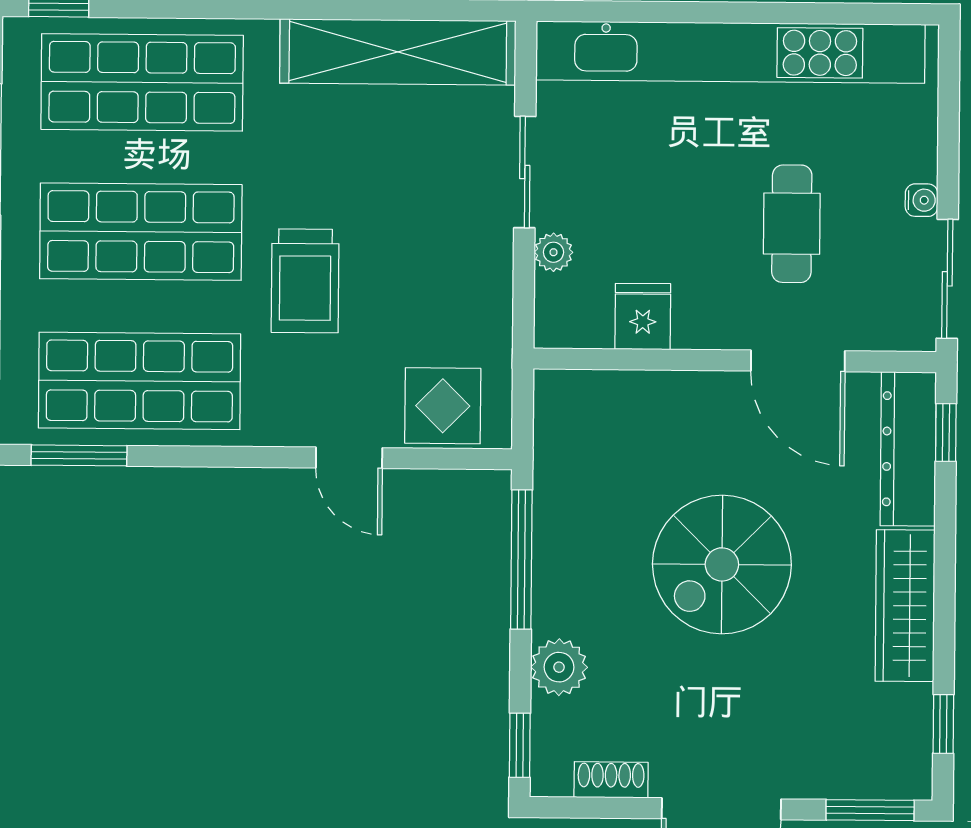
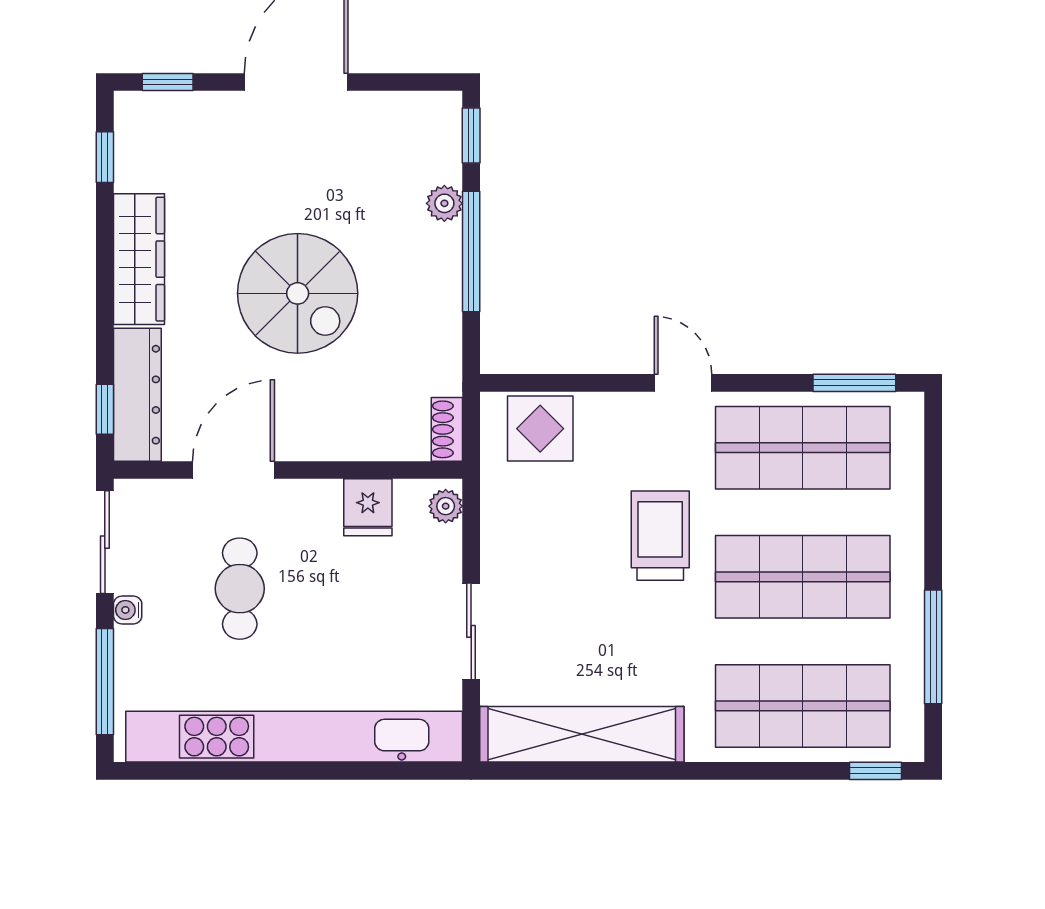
window: (949, 117) -> (105, 682), added
plant: (553, 252) -> (446, 506), moved
door: (798, 361) -> (233, 470), hinge flipped
door: (349, 458) -> (683, 383), moved
window: (521, 559) -> (471, 251), moved
spiral stairs: (722, 564) -> (298, 293), turned 90
plant: (559, 667) -> (444, 203), width x0.73, depth x0.73
shoe rack: (611, 780) -> (447, 429), moved, turned 90
window: (870, 810) -> (168, 82), width x0.67

